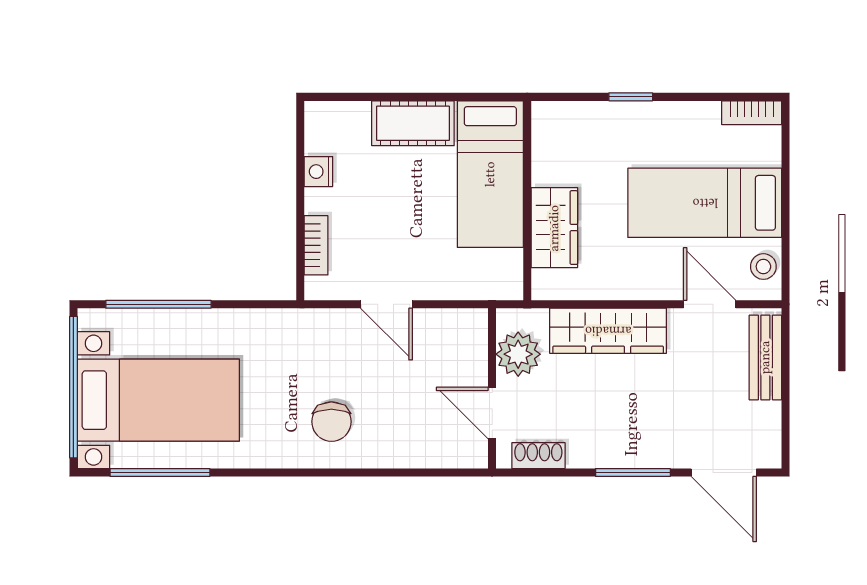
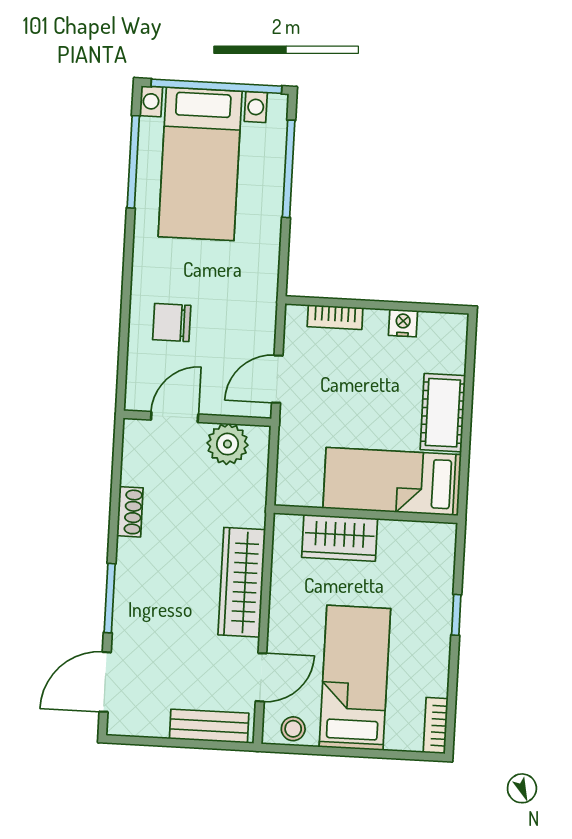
plant: (518, 354) -> (228, 444), moved
wall: (492, 388) -> (197, 418), moved
door: (492, 413) -> (175, 417), moved

